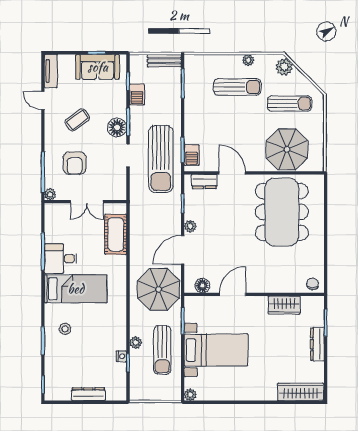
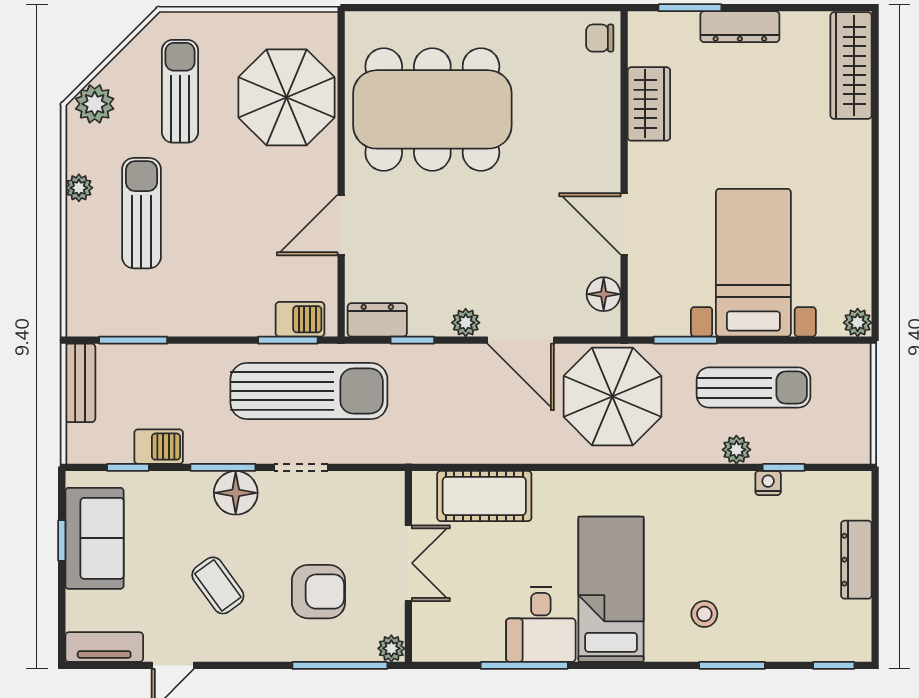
dresser: (204, 181) -> (377, 320), moved, turned -90

